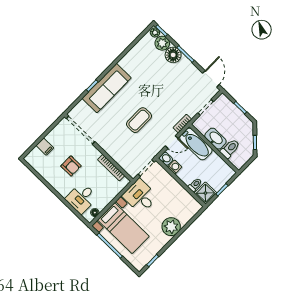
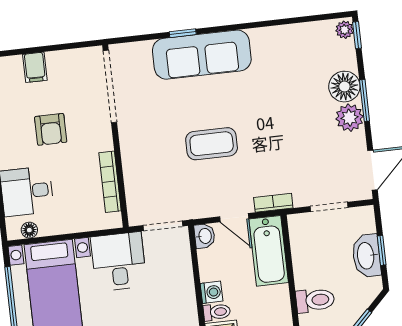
plant: (162, 43) -> (349, 118), moved
washbasin: (215, 139) -> (366, 256), moved, turned 180
washing machine: (175, 167) -> (212, 292), moved

